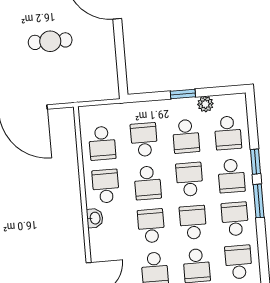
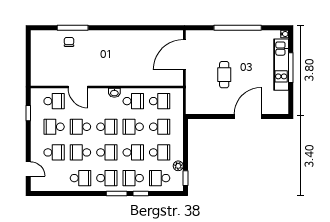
window: (183, 94) -> (186, 178), moved
school desk: (186, 136) -> (160, 152), turned 180
school desk: (102, 143) -> (160, 101), turned 180

